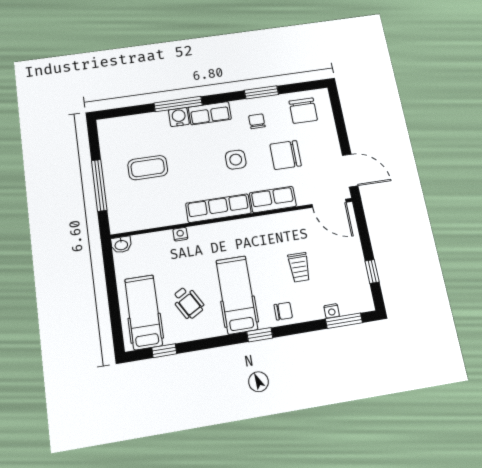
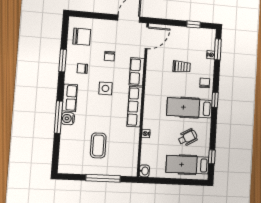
chair: (286, 155) -> (110, 56), width x0.54, depth x0.54

